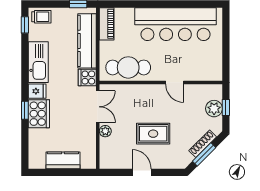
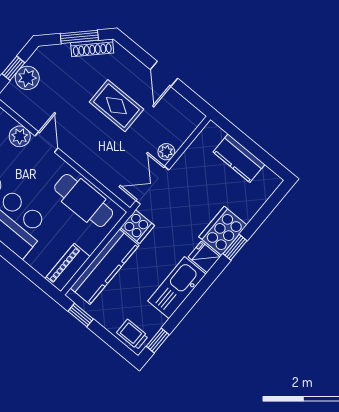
plant: (192, 73) -> (20, 136), added
shoe rack: (203, 144) -> (92, 48), moved

